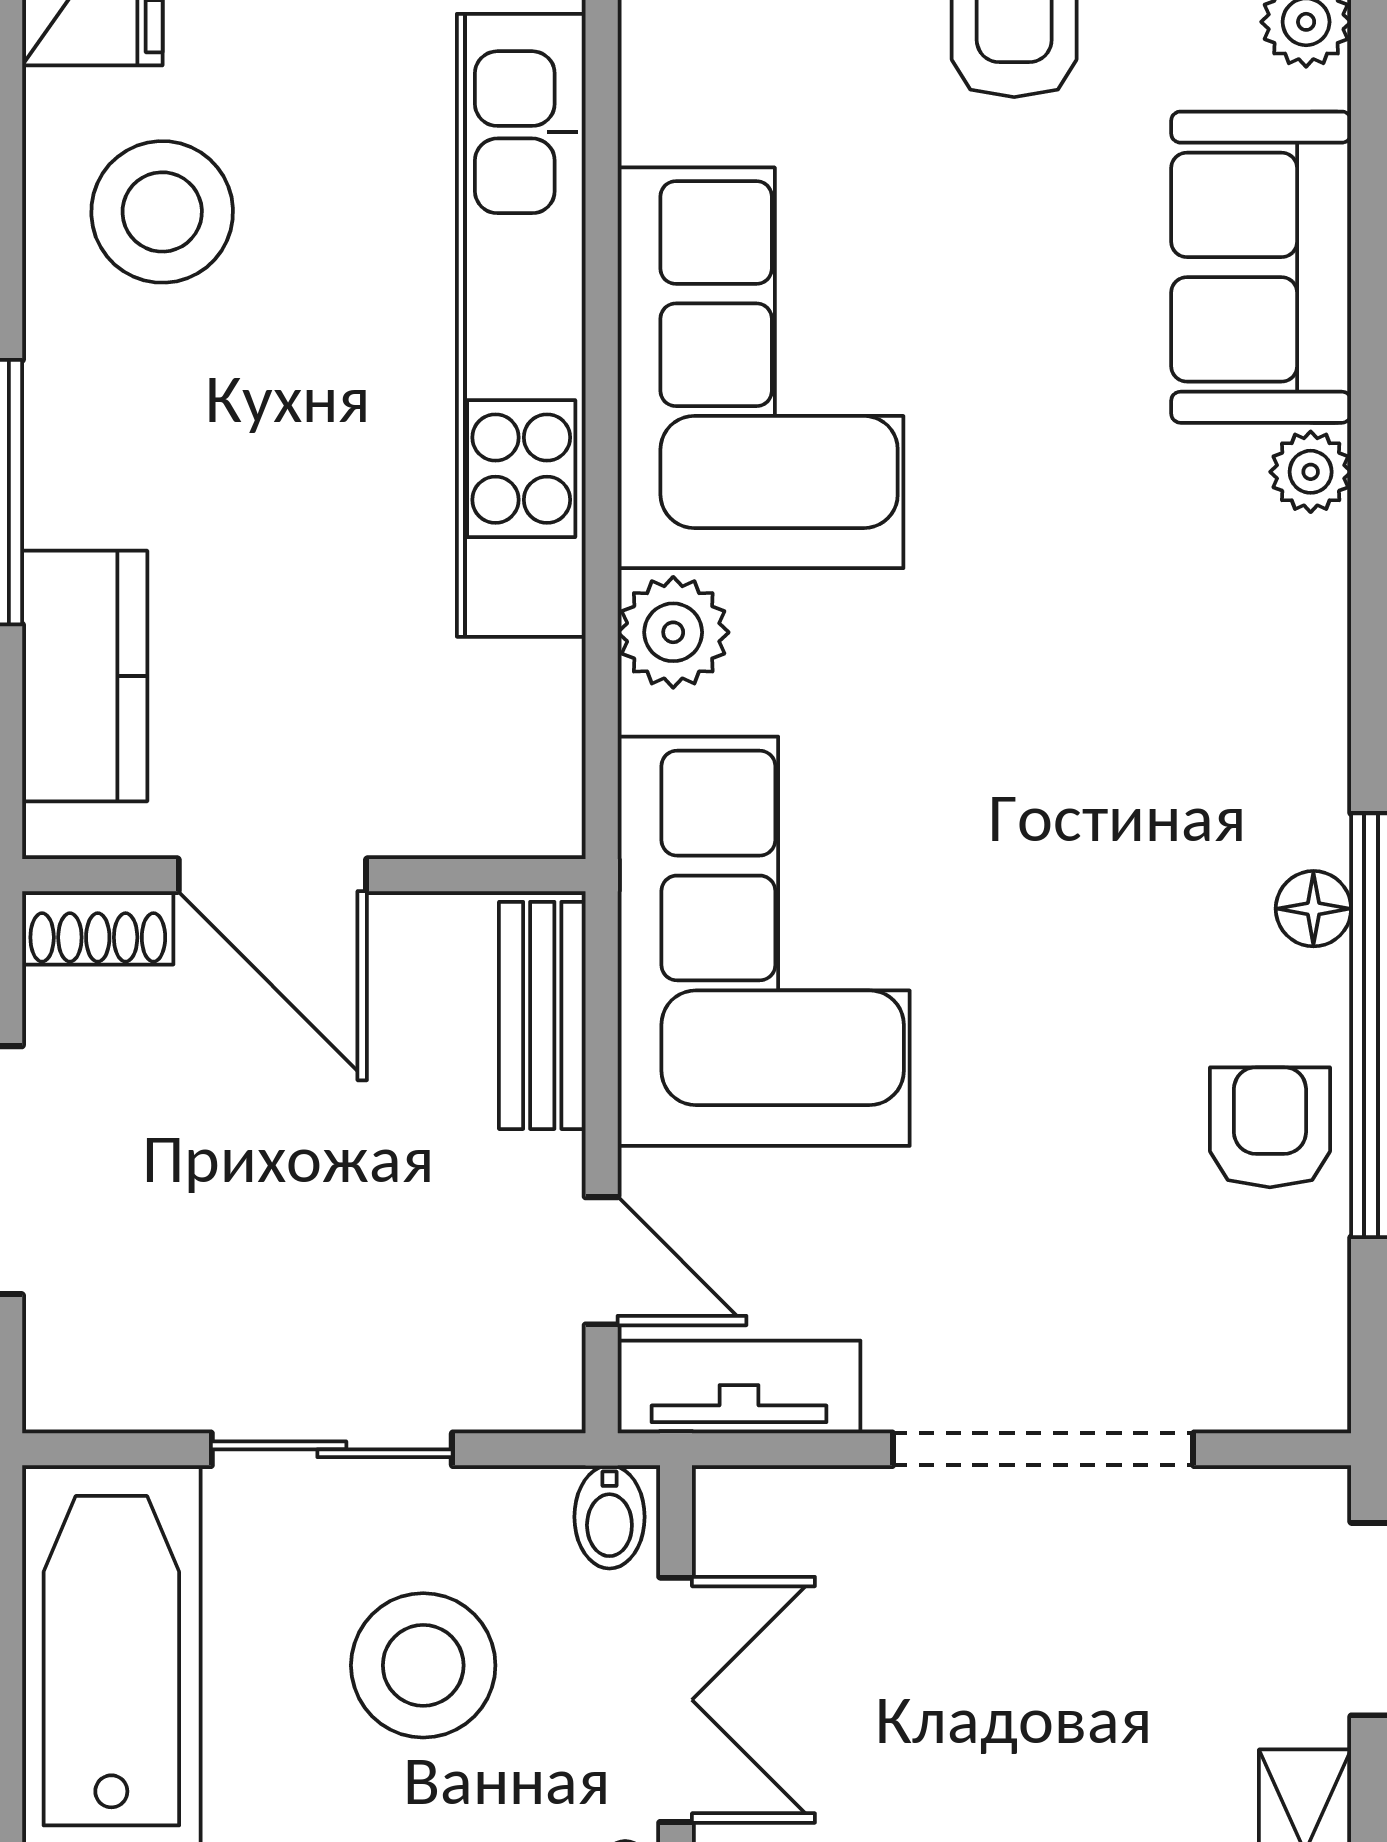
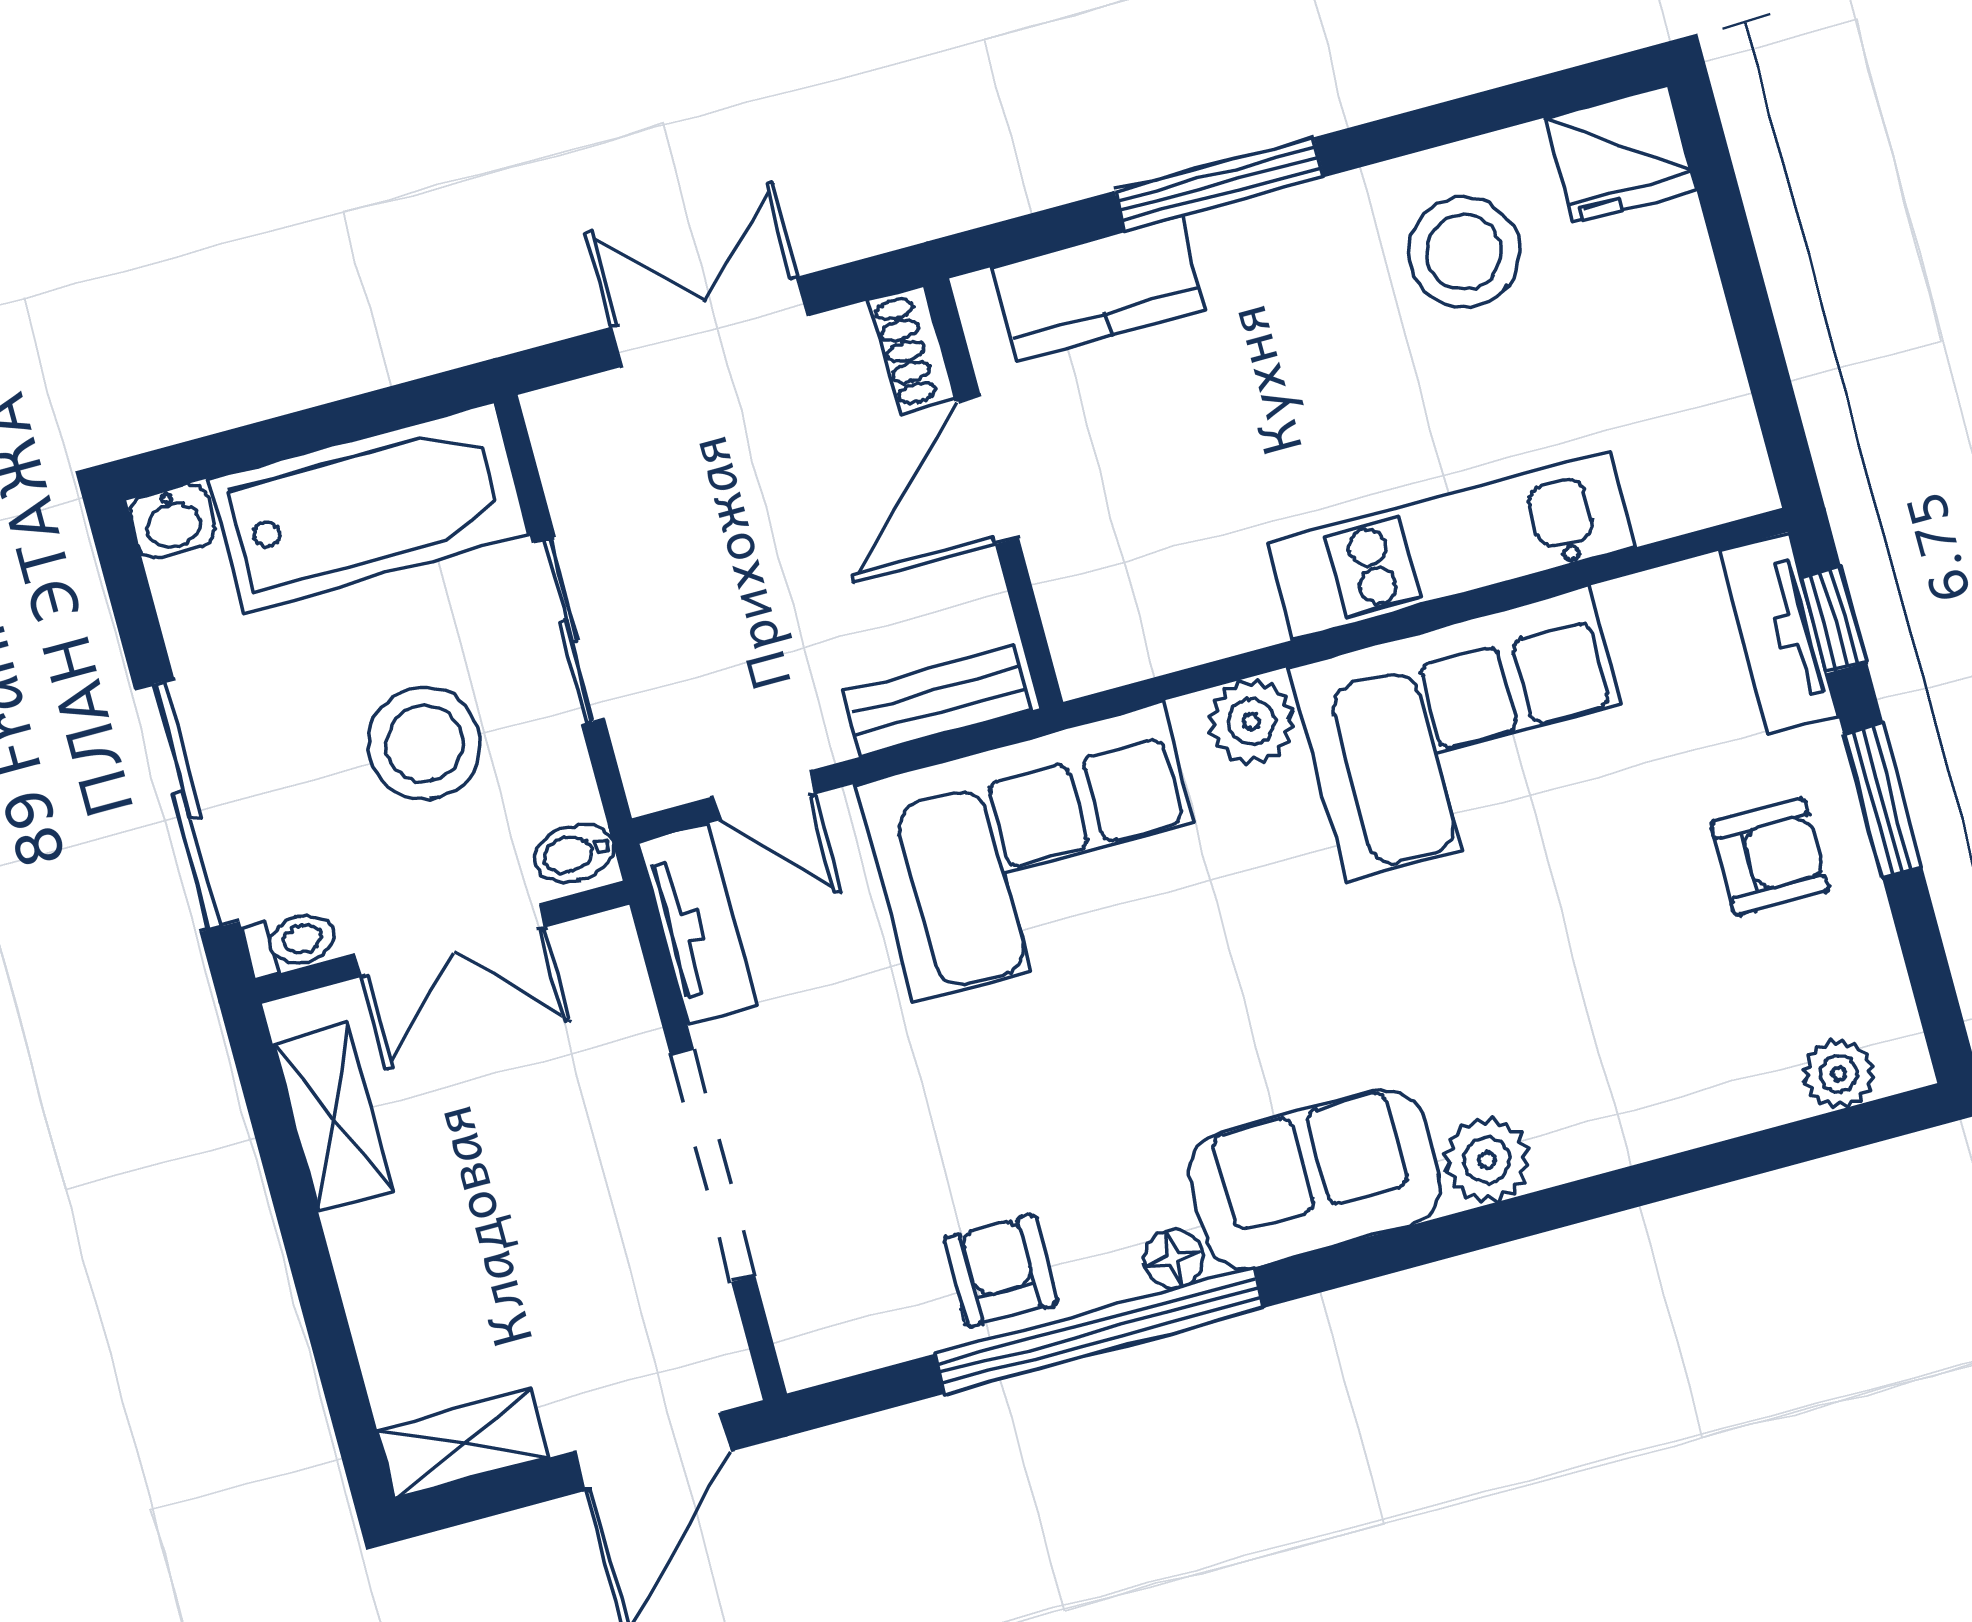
sofa: (1261, 267) -> (1315, 1179), moved
kitchen unit: (521, 325) -> (1451, 545), width x0.73
plant: (1311, 472) -> (1487, 1160), width x1.38, depth x1.38
armchair: (1270, 1127) -> (1000, 1271), turned -90
door: (602, 1261) -> (765, 795), hinge flipped

